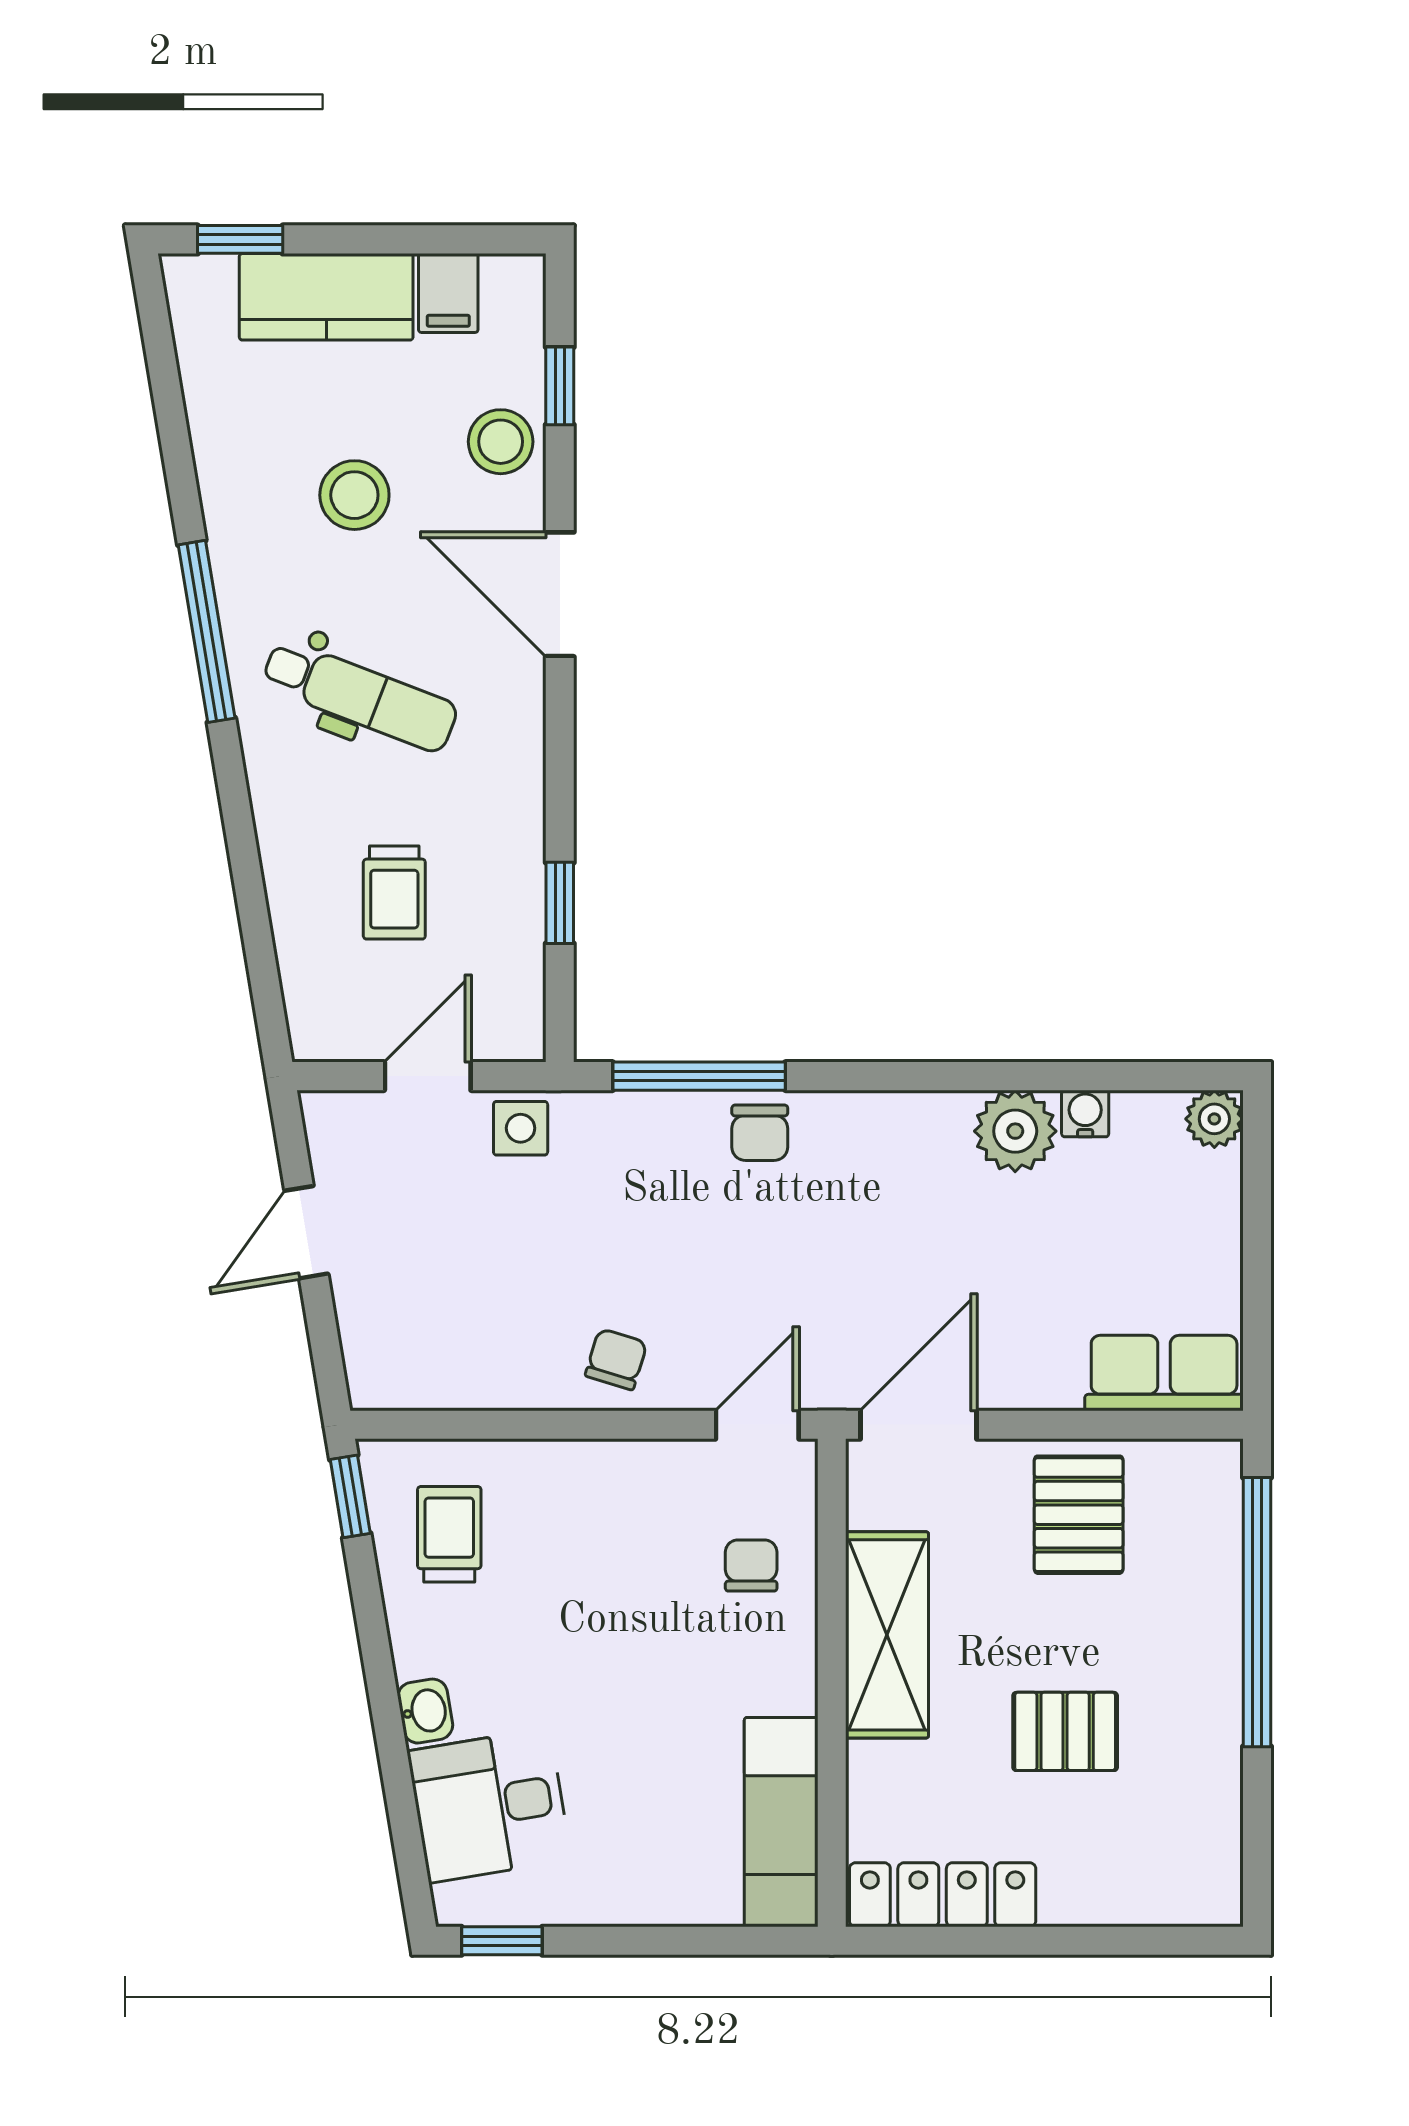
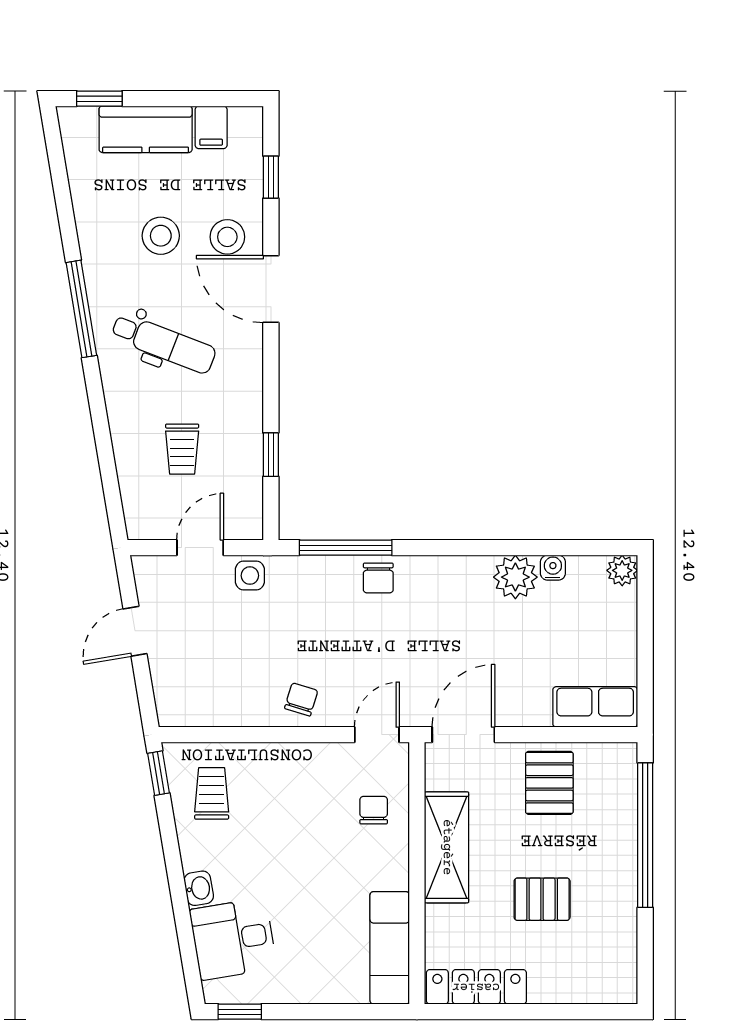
stool: (501, 442) -> (227, 237), moved

